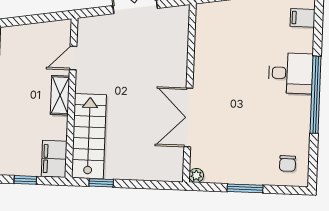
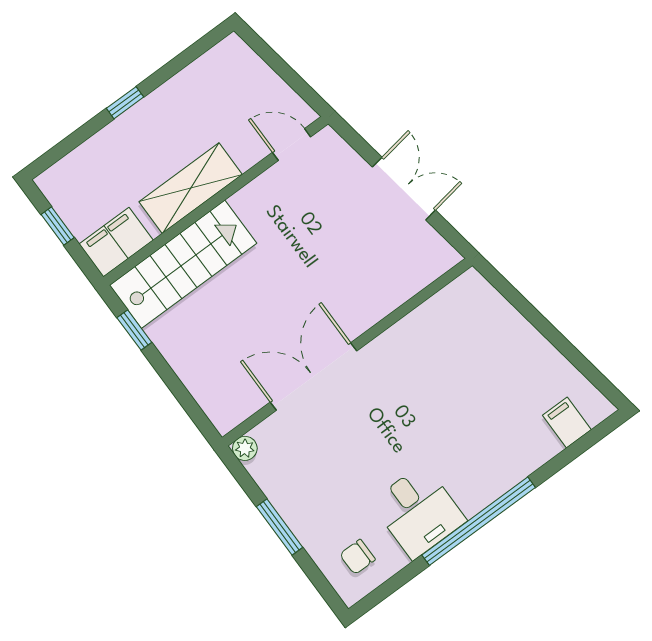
door: (73, 58) -> (292, 145), moved
desk: (291, 73) -> (418, 512), moved
shelving: (60, 95) -> (191, 188), width x1.50, depth x1.33

